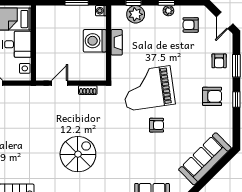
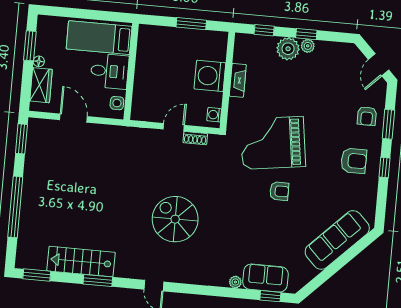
washing machine: (101, 11) -> (214, 115), moved
plant: (136, 14) -> (288, 49), moved
armchair: (191, 25) -> (335, 67), removed
door: (59, 83) -> (174, 127), moved
spiral stairs: (78, 154) -> (175, 219), turned -90

